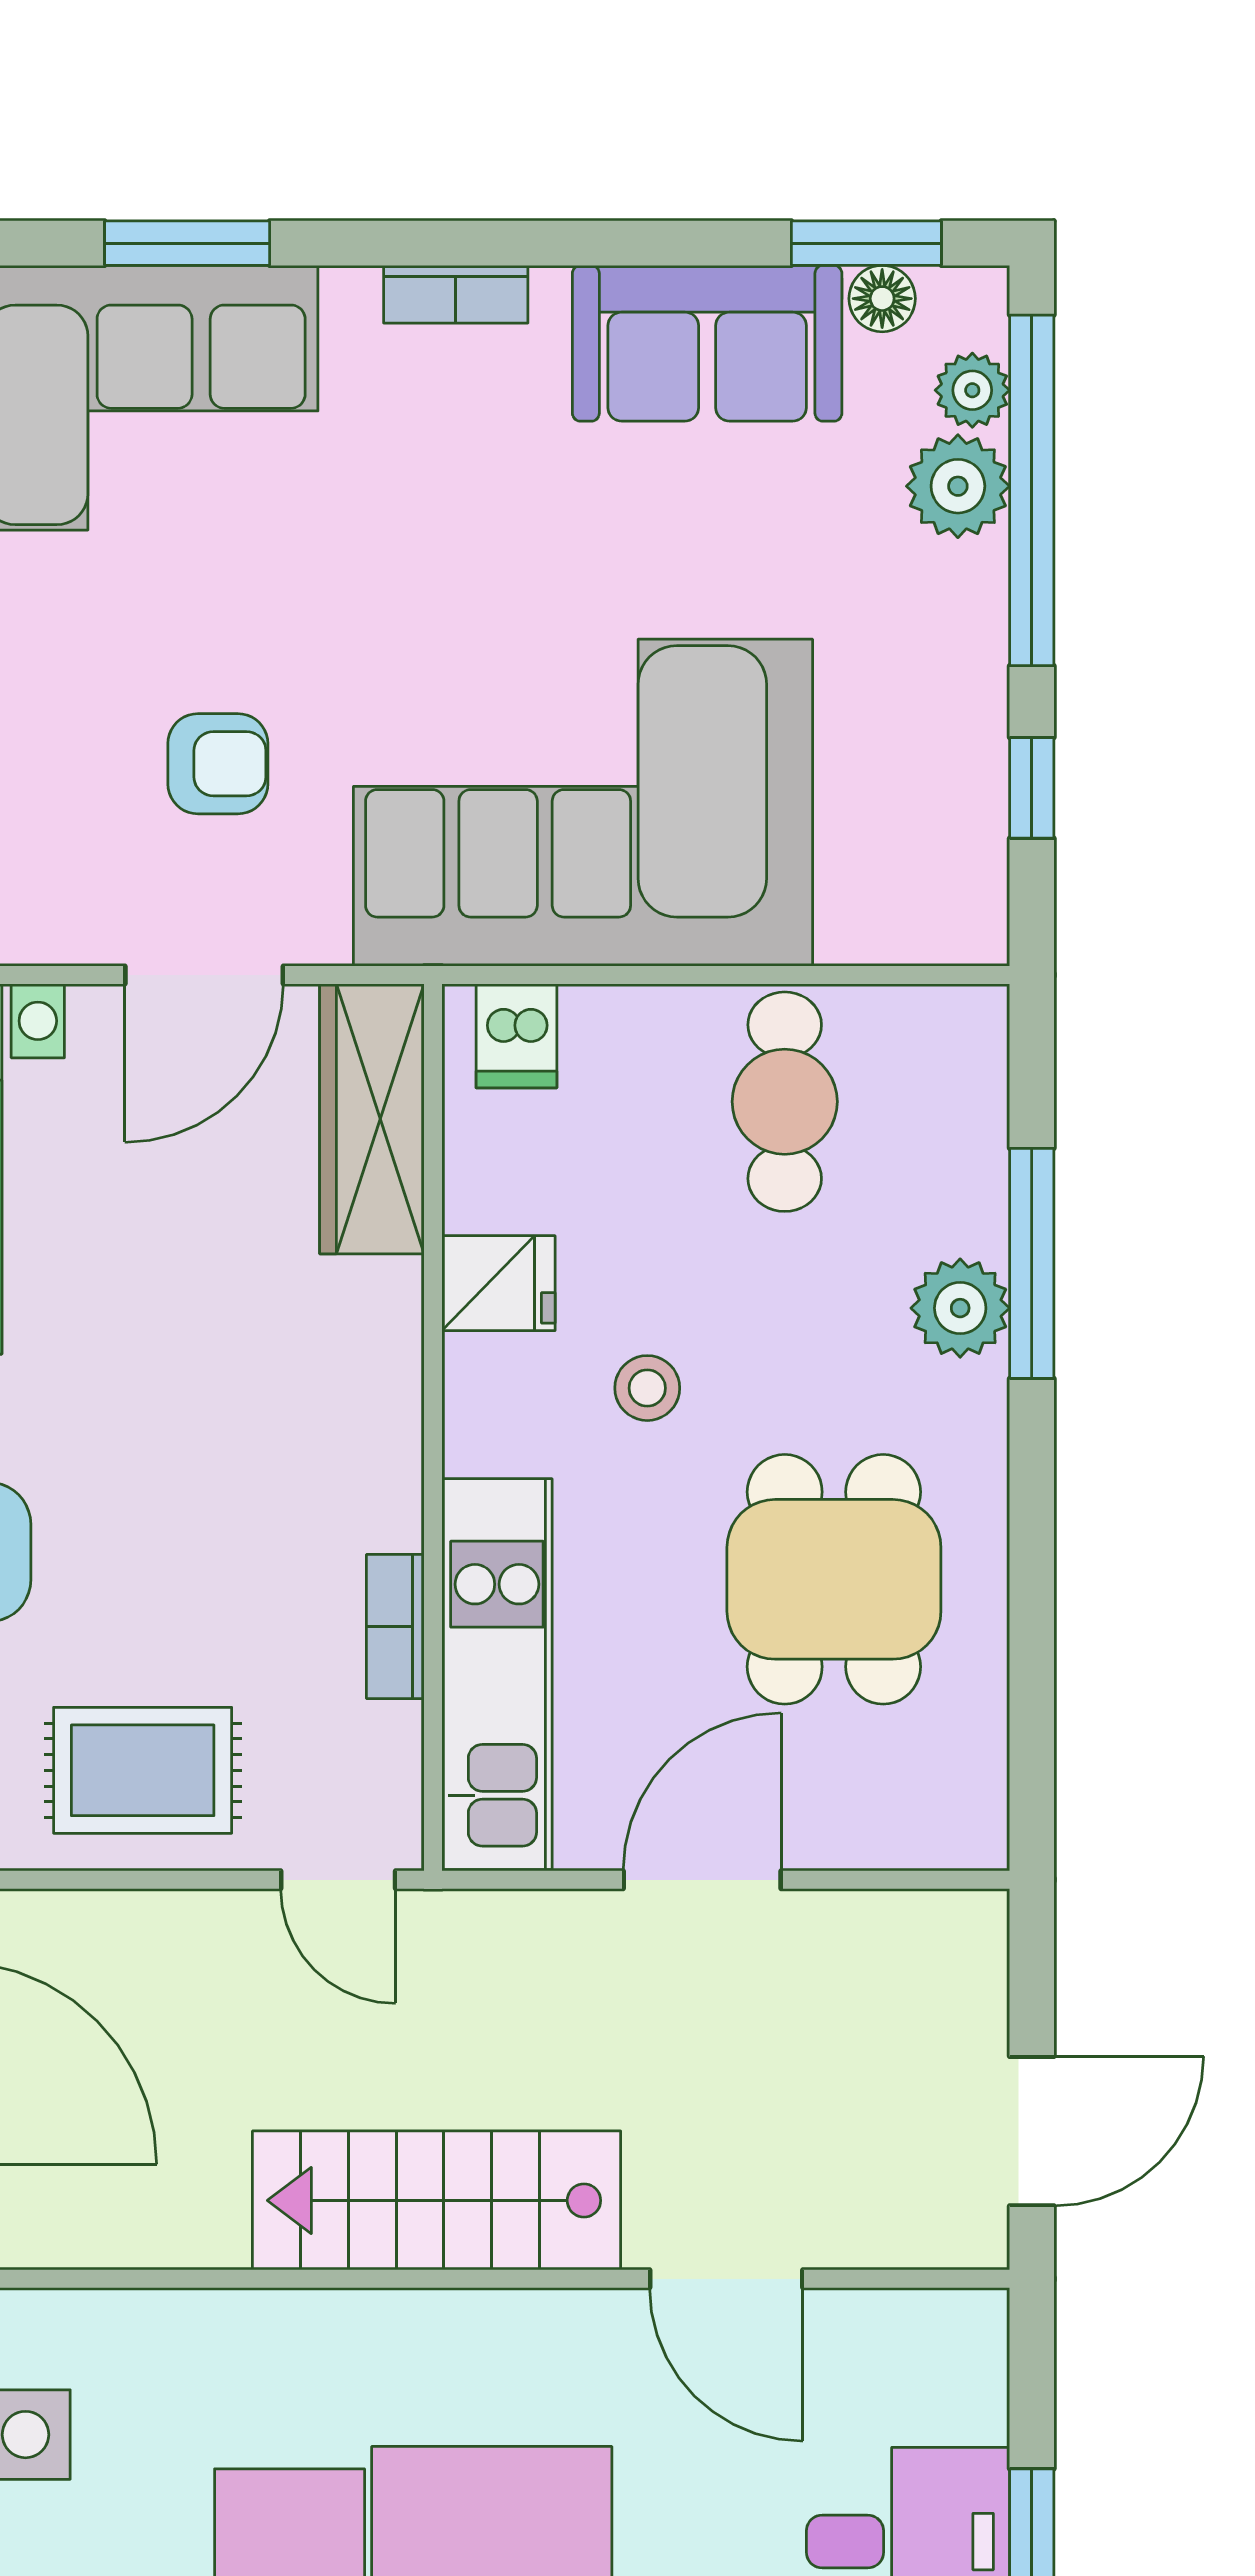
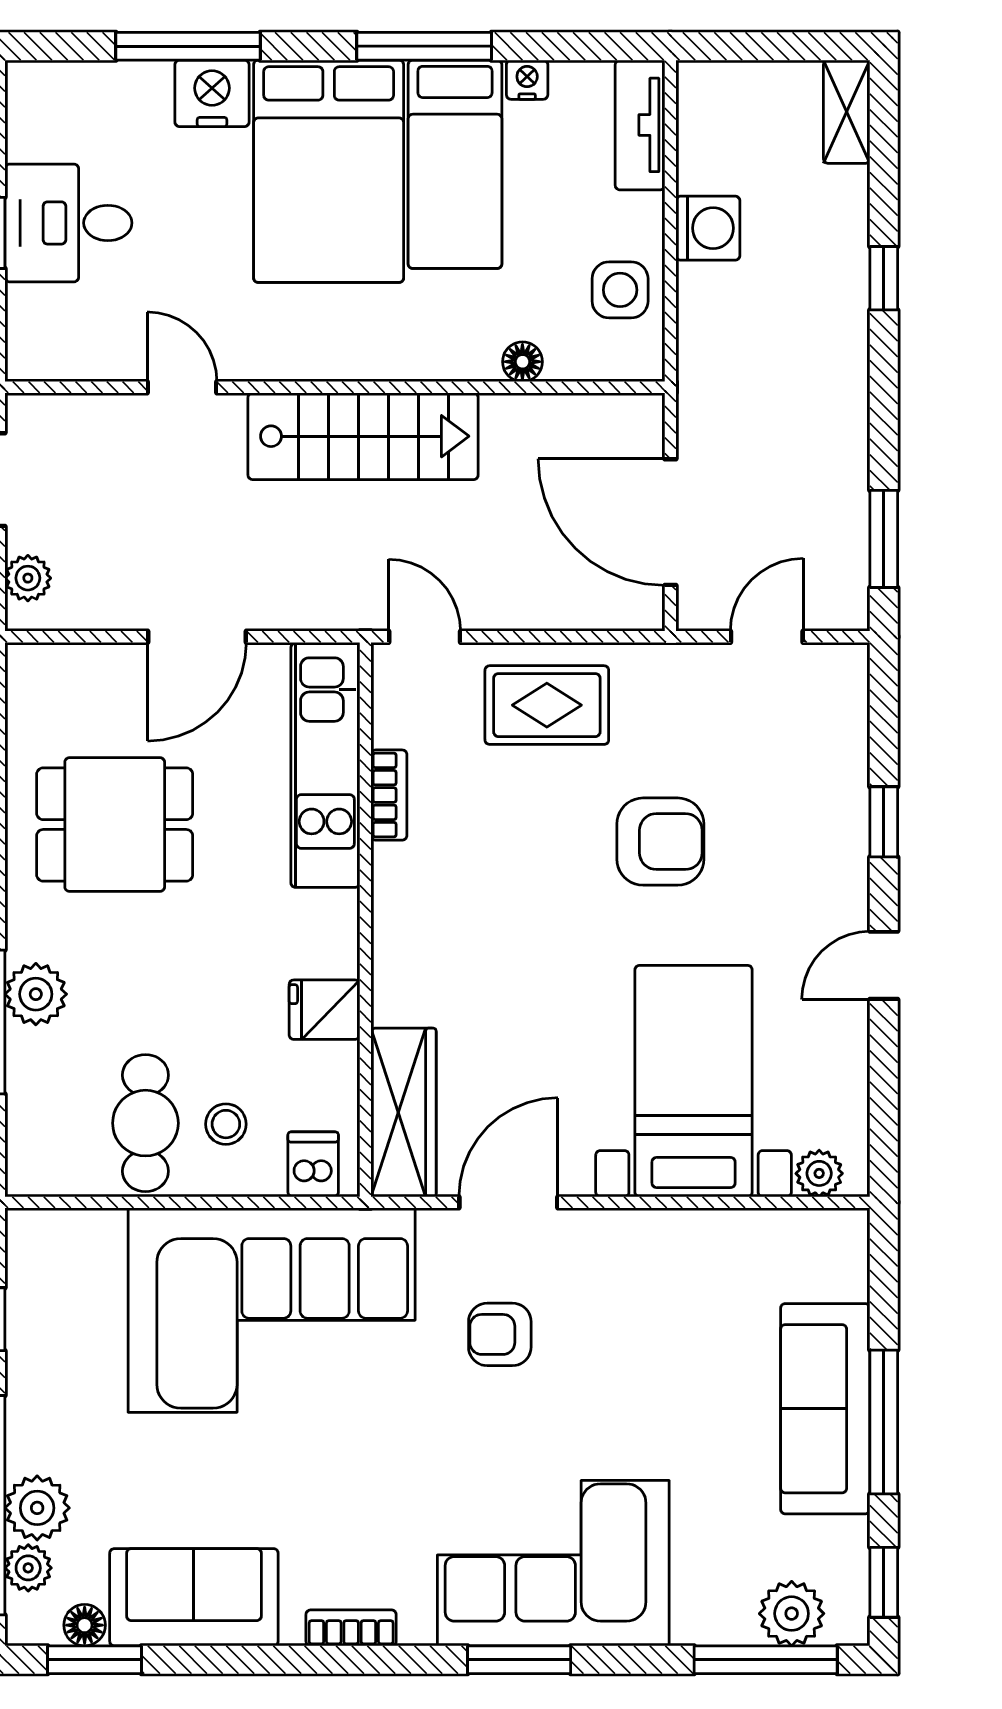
stool: (647, 1388) -> (226, 1124), moved
dining table: (834, 1579) -> (115, 825), turned 90
plant: (973, 1974) -> (28, 578), added
door: (726, 2279) -> (182, 387), width x0.73
floor lamp: (182, 2320) -> (522, 362), added

